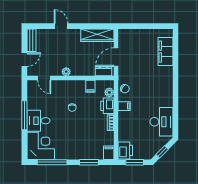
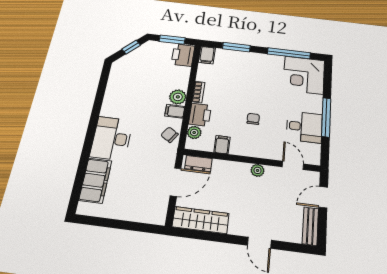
plant: (124, 117) -> (178, 97), added
desk: (38, 121) -> (304, 127), moved
desk: (161, 122) -> (111, 138), moved

